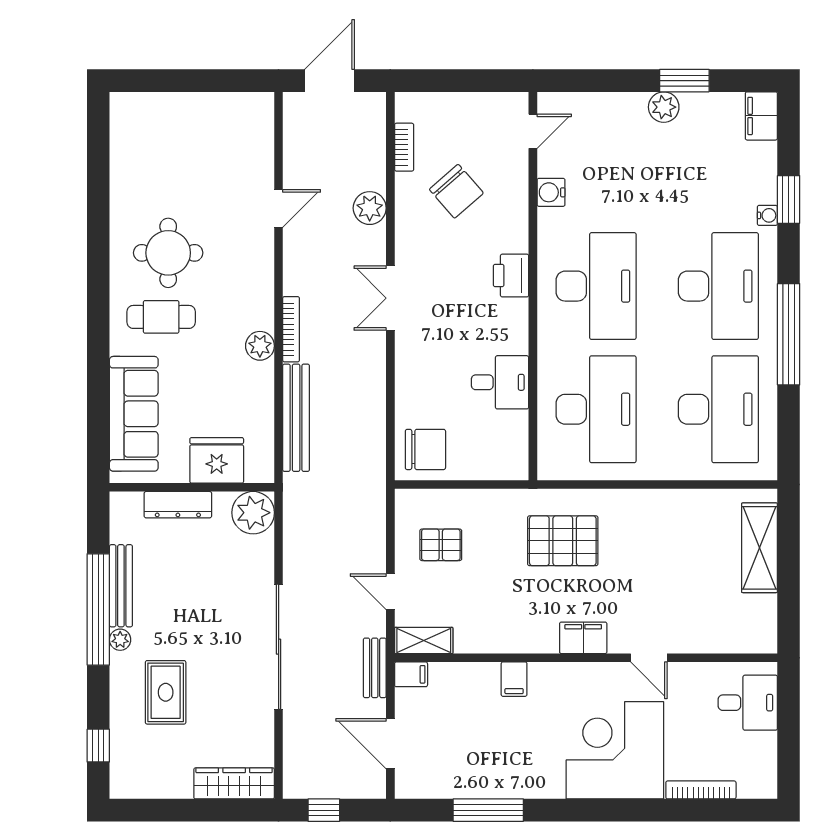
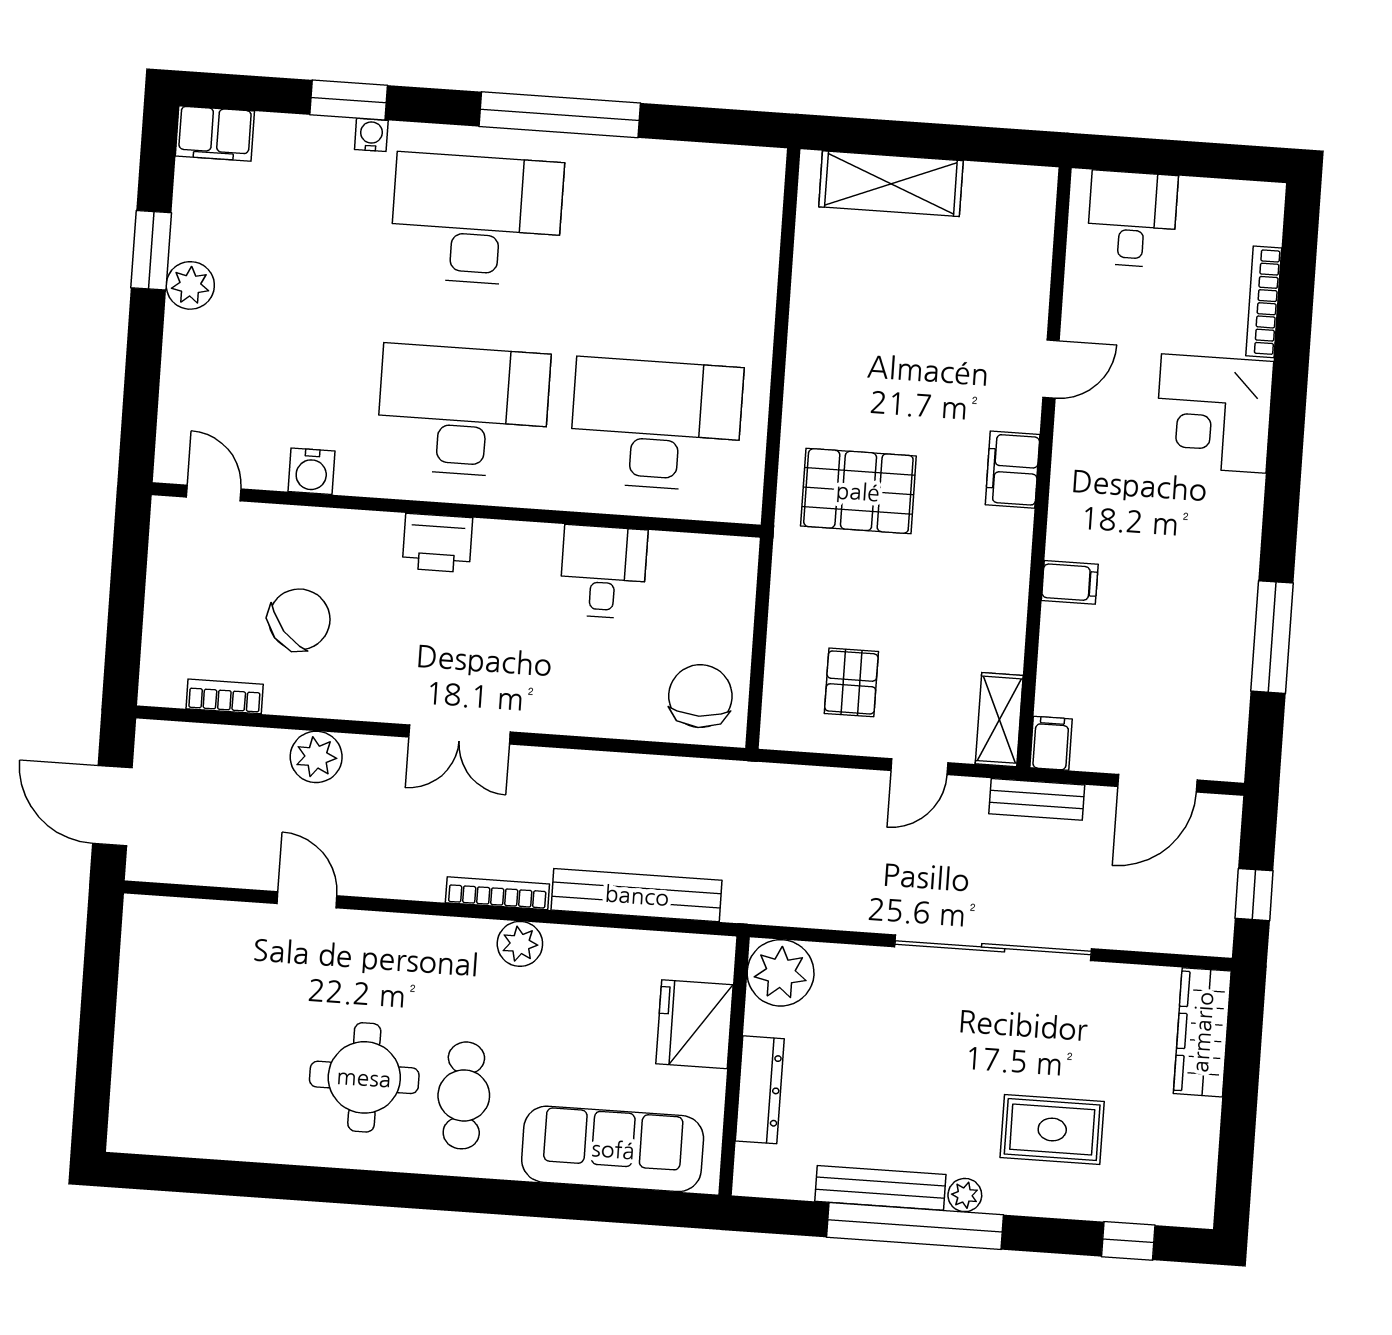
desk: (718, 409) -> (669, 233), removed
pallet: (563, 541) -> (858, 491), turned 90
corner desk: (615, 750) -> (1214, 413), width x0.74, depth x0.74

